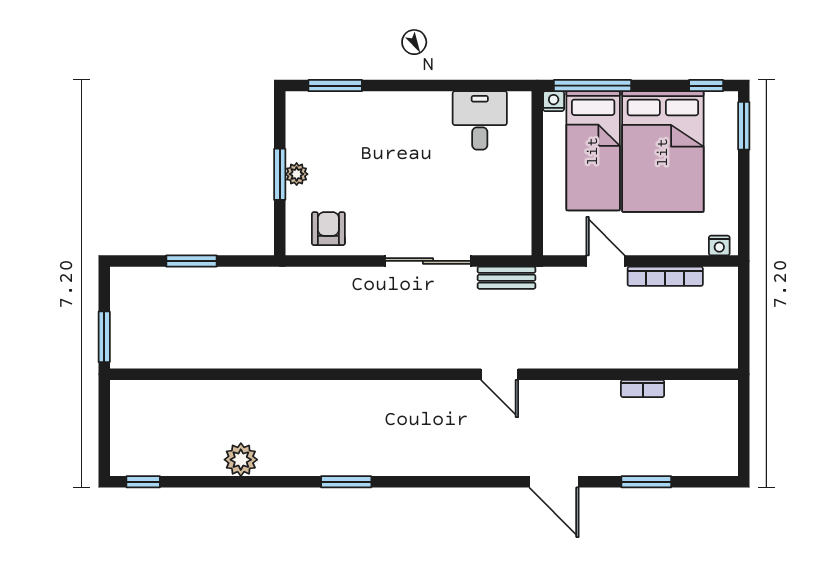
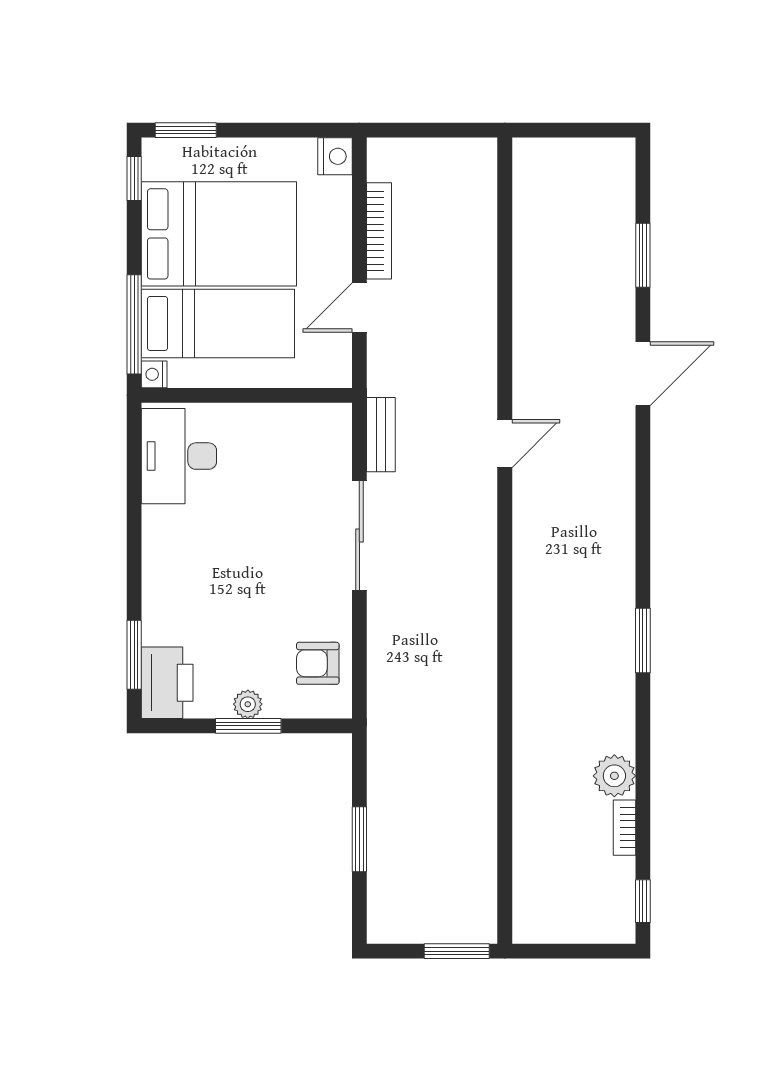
printer: (313, 111) -> (167, 683), added
desk: (480, 120) -> (179, 456), width x1.37
nightstand: (719, 246) -> (335, 156), width x1.39, depth x1.35
bookcase: (643, 389) -> (624, 828), moved, turned 180

